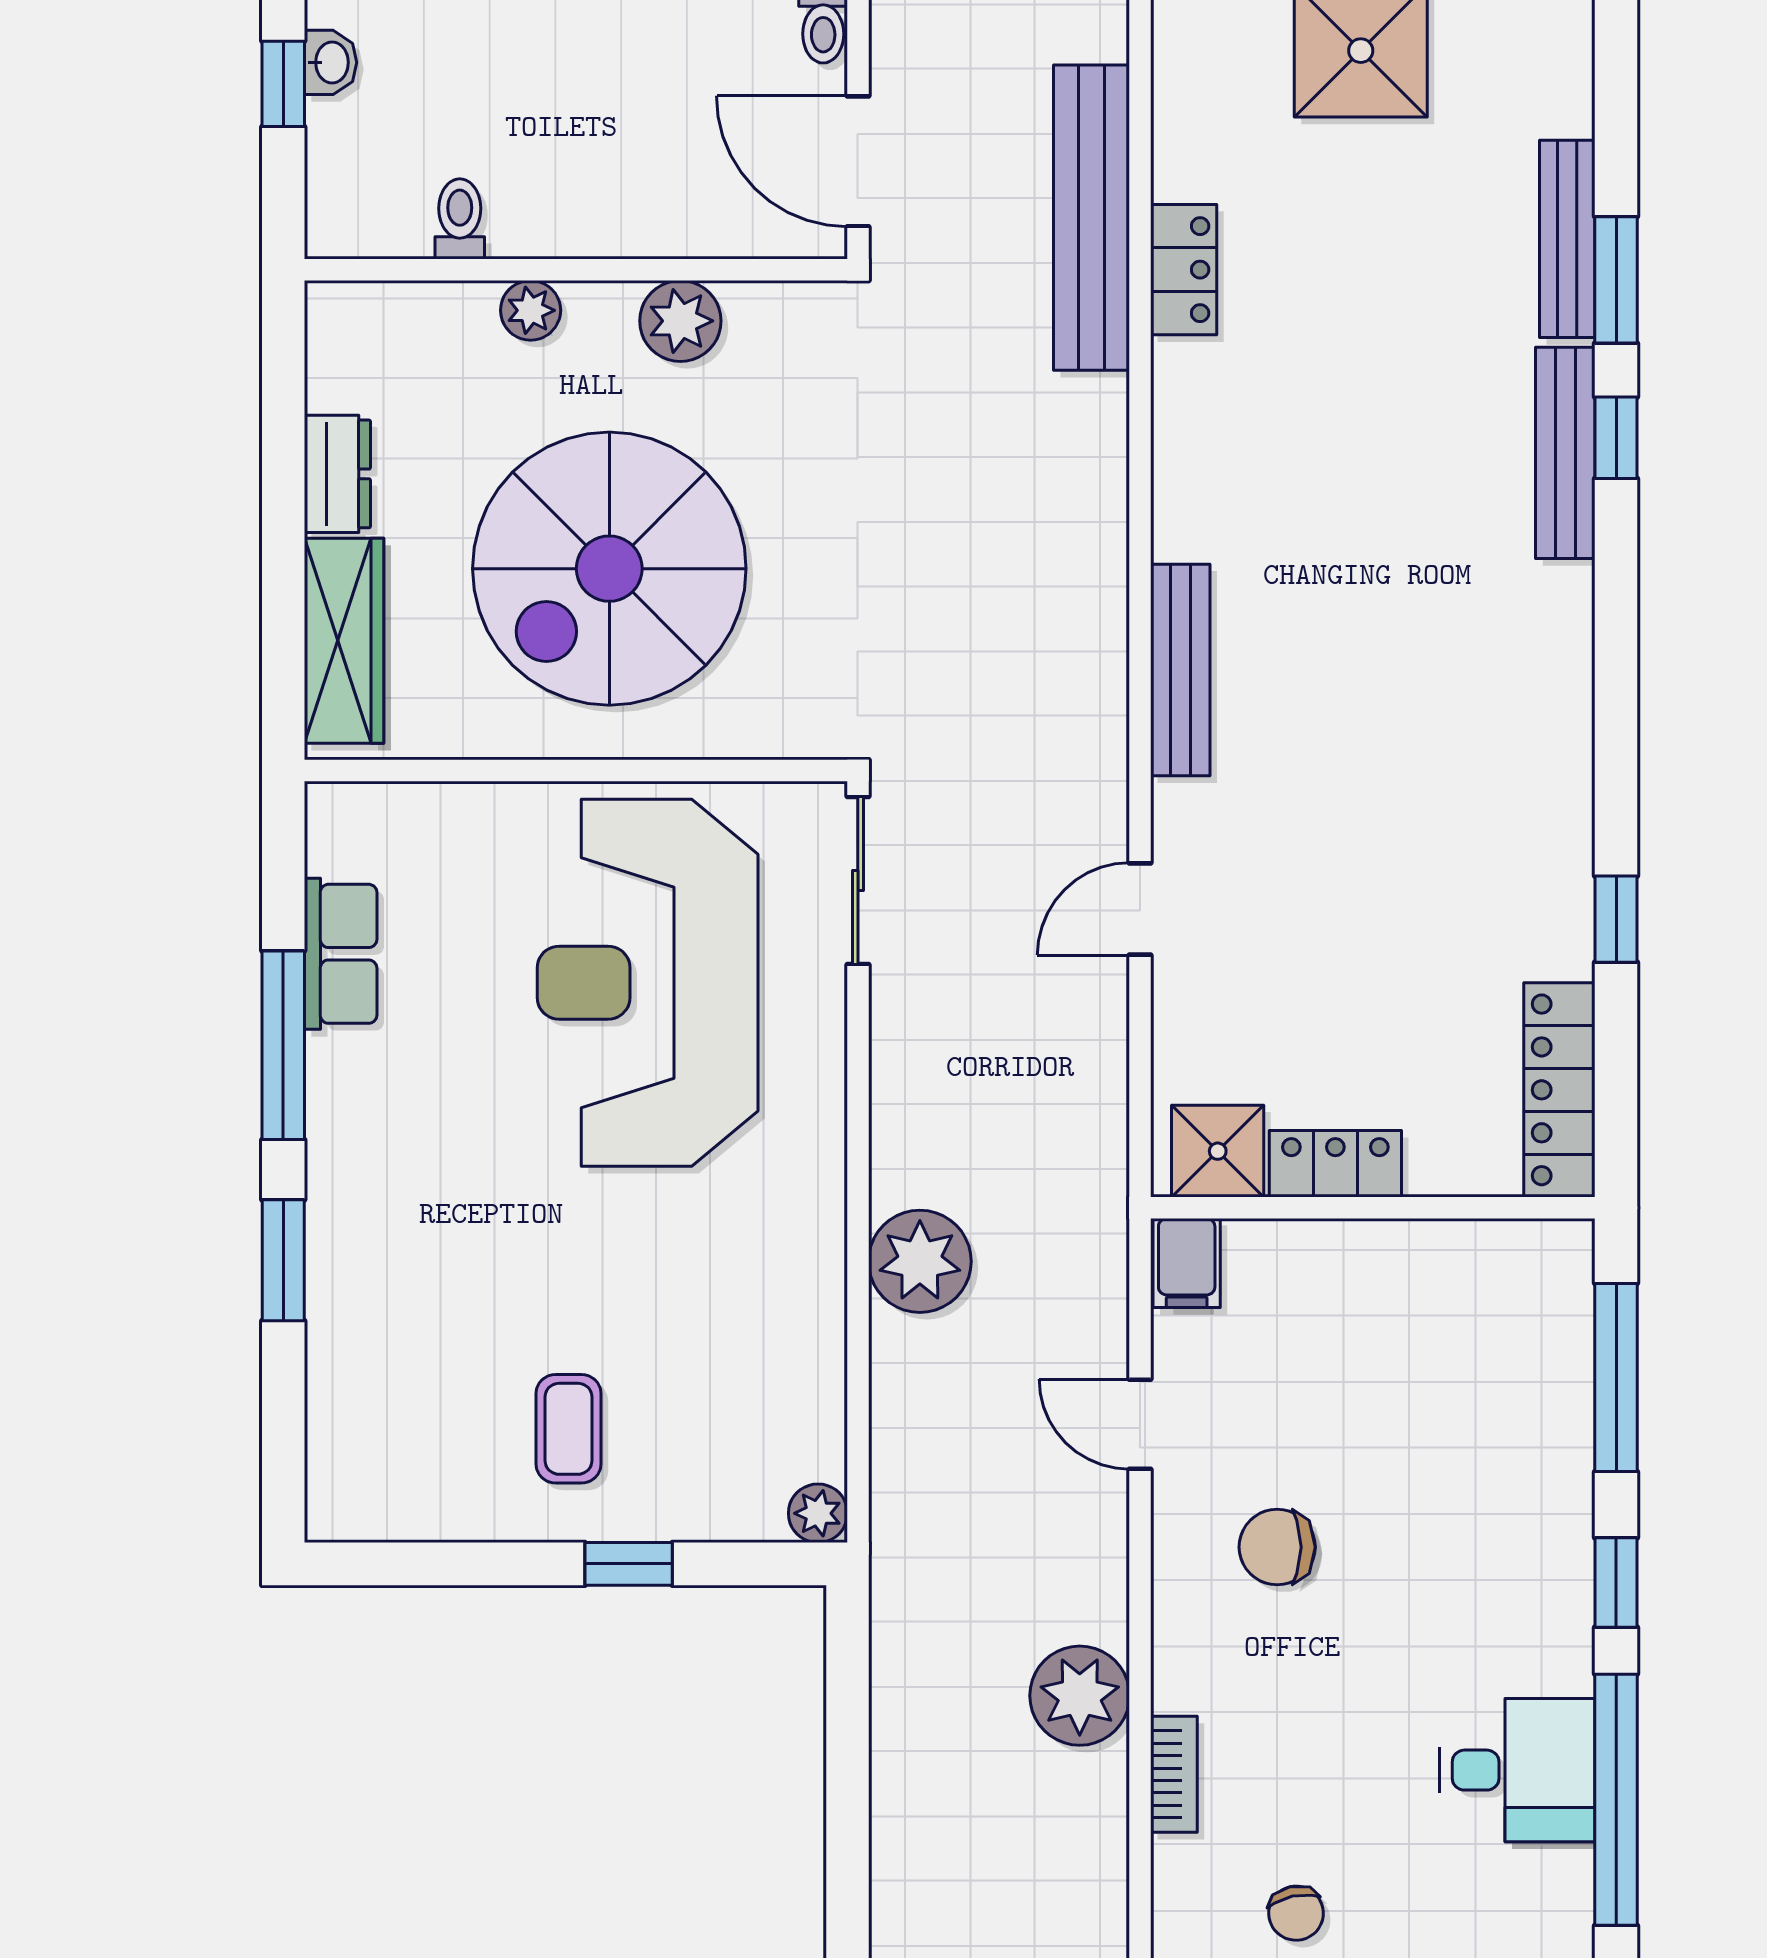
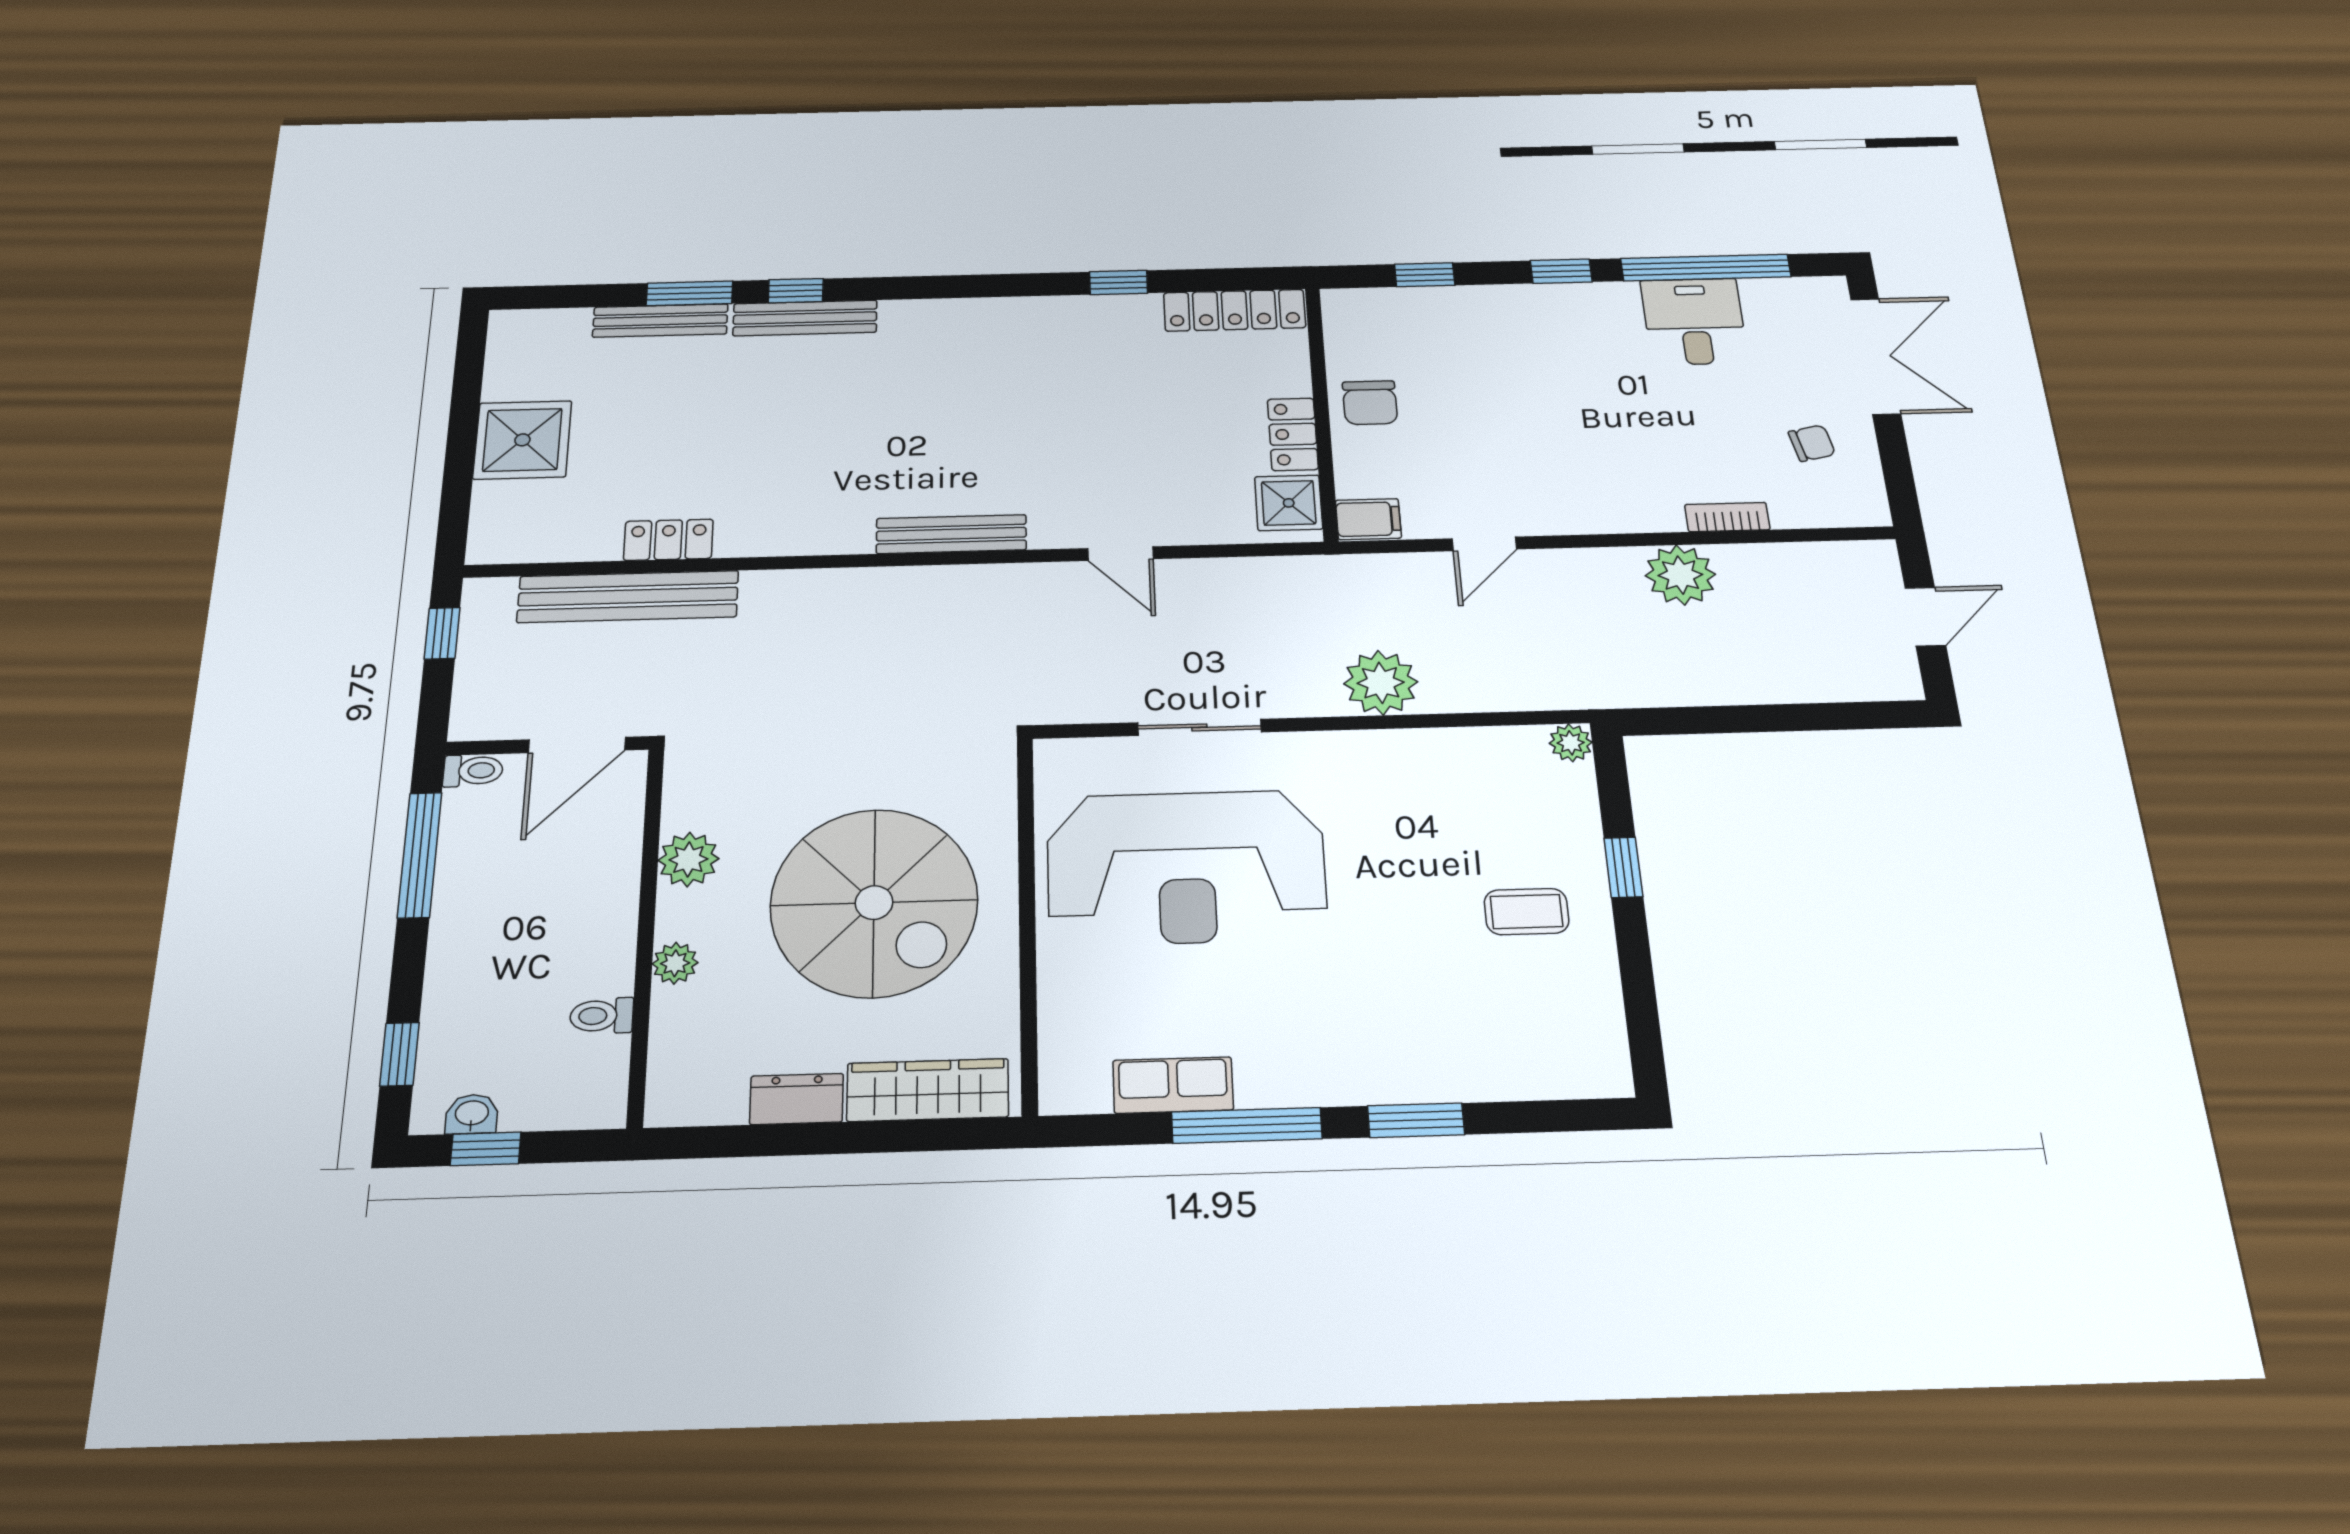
sliding door: (858, 881) -> (1199, 727), moved
window: (1616, 1377) -> (1425, 275), width x0.46
chair: (1277, 1547) -> (1370, 403), moved

